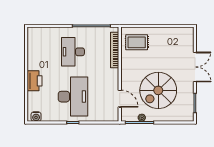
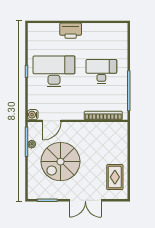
rug: (137, 42) -> (115, 177), moved
spiral stairs: (158, 90) -> (61, 162), turned -90
desk: (73, 97) -> (54, 71), turned 180
water cooler: (36, 117) -> (33, 115), moved

